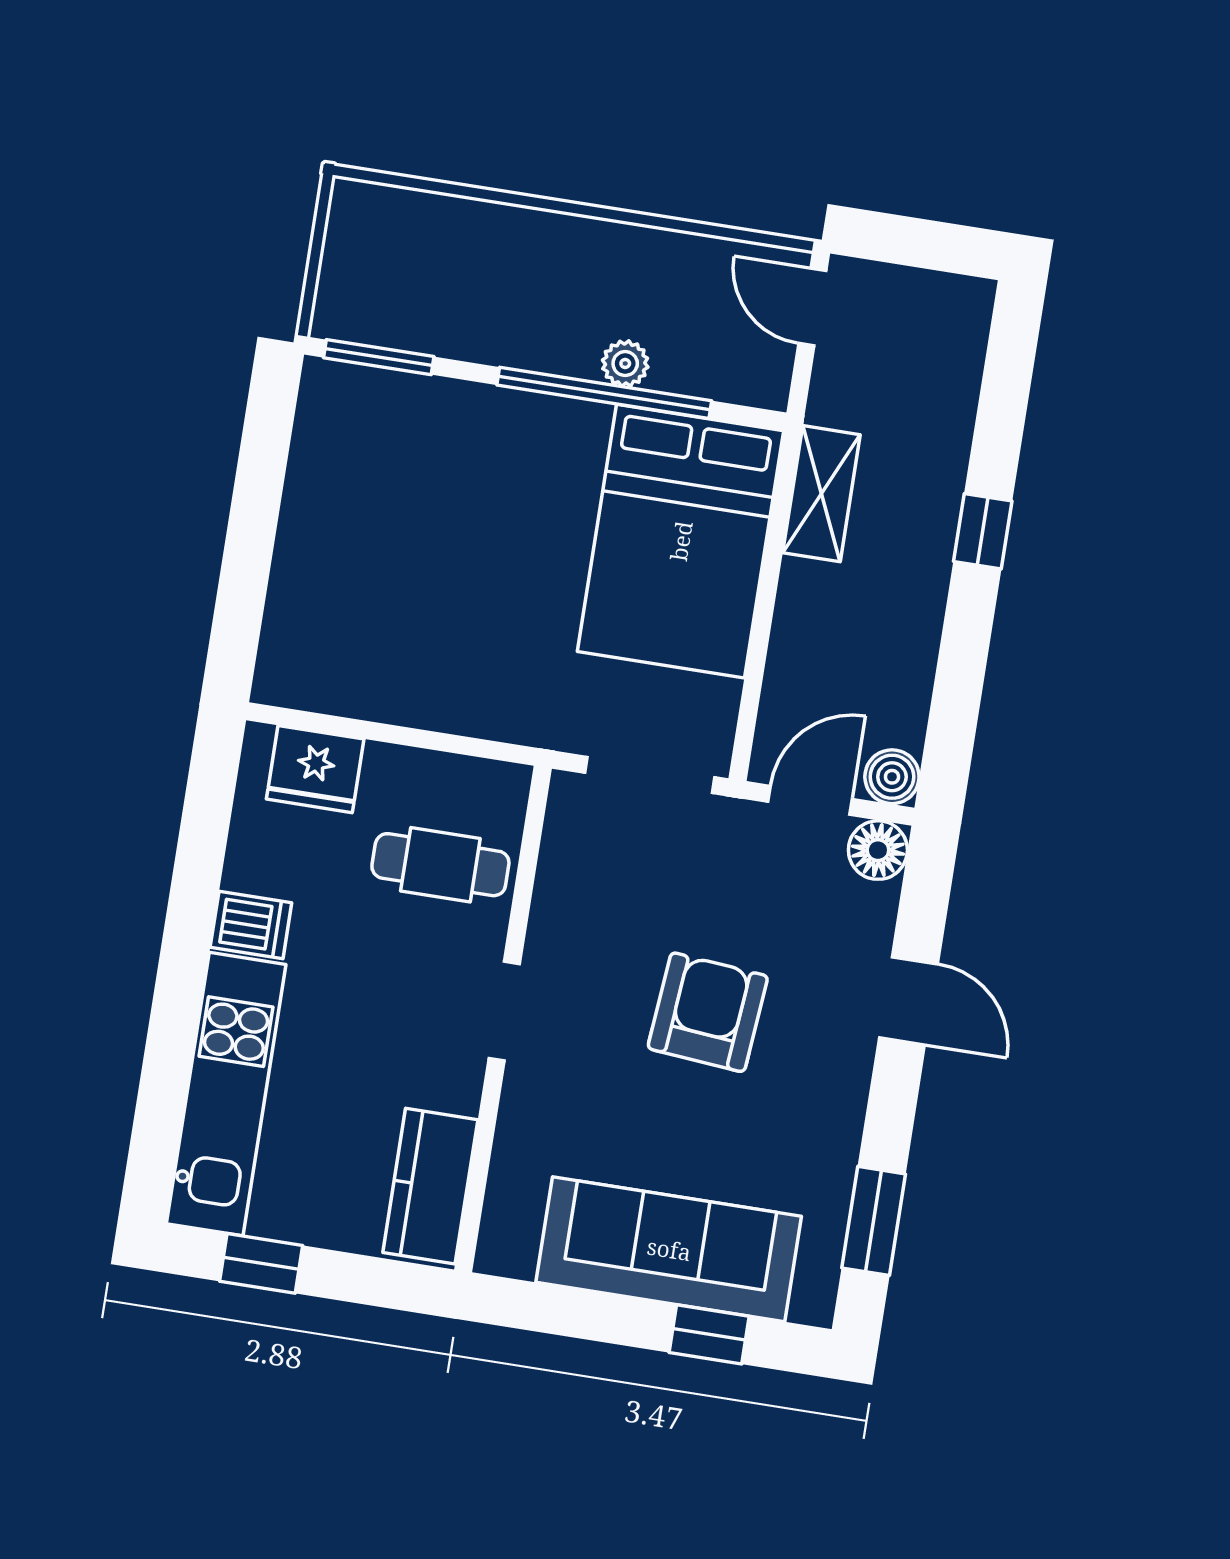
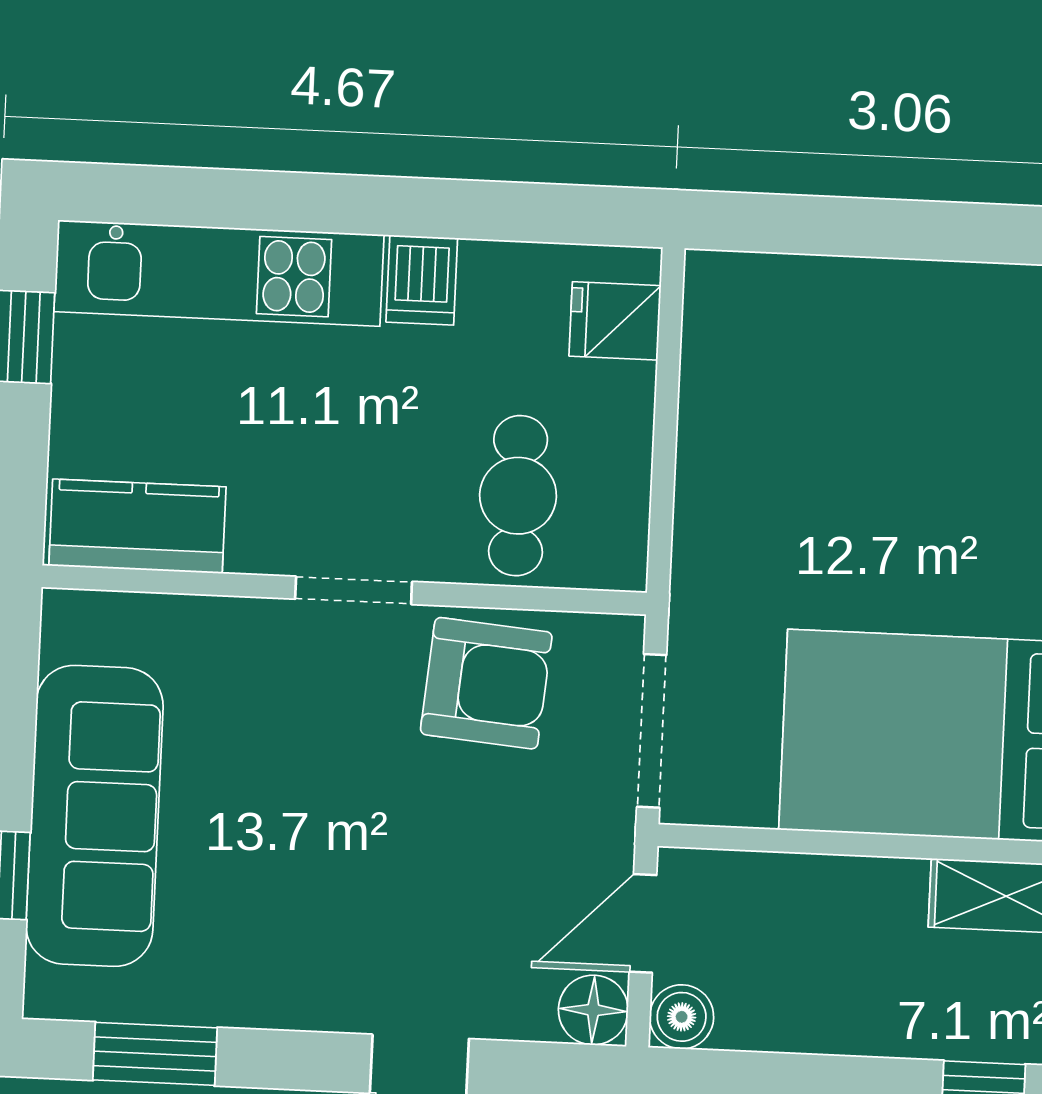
fridge: (315, 769) -> (615, 321), width x0.72
door: (810, 800) -> (643, 923), swing flipped
armchair: (708, 1012) -> (486, 683), moved

